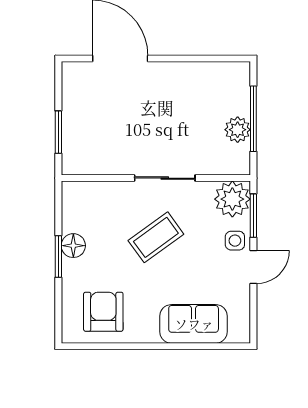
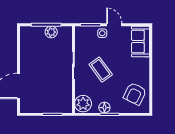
plant: (232, 199) -> (83, 104), moved
armchair: (103, 312) -> (135, 94), turned -64
sofa: (194, 324) -> (140, 42), moved

